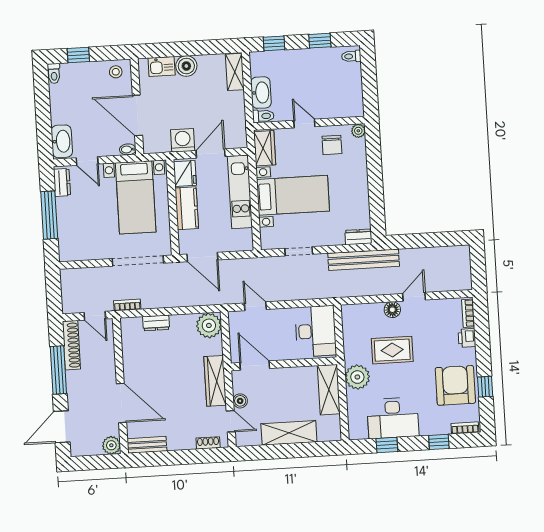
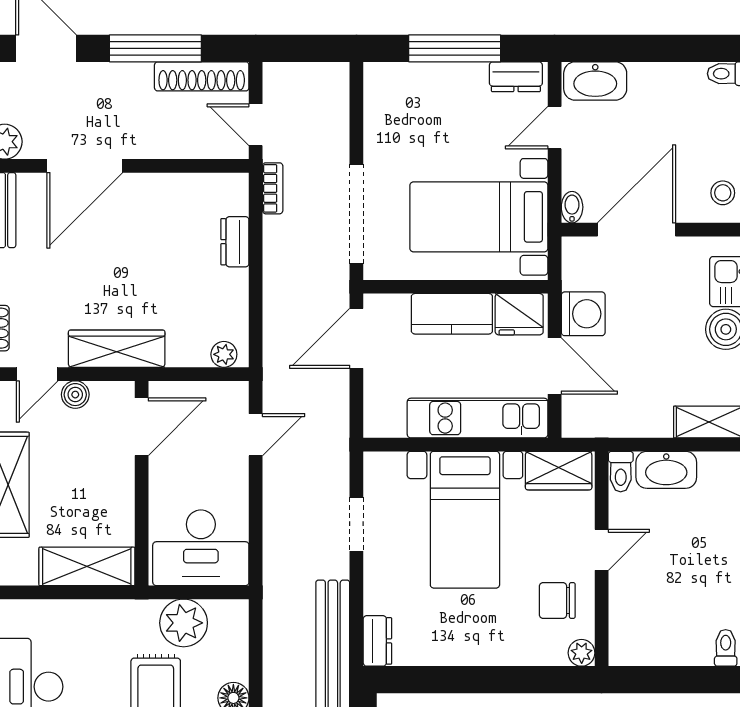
door: (95, 316) -> (256, 125), hinge flipped
plant: (209, 325) -> (224, 354), width x0.53, depth x0.53
plant: (357, 377) -> (184, 623), moved

